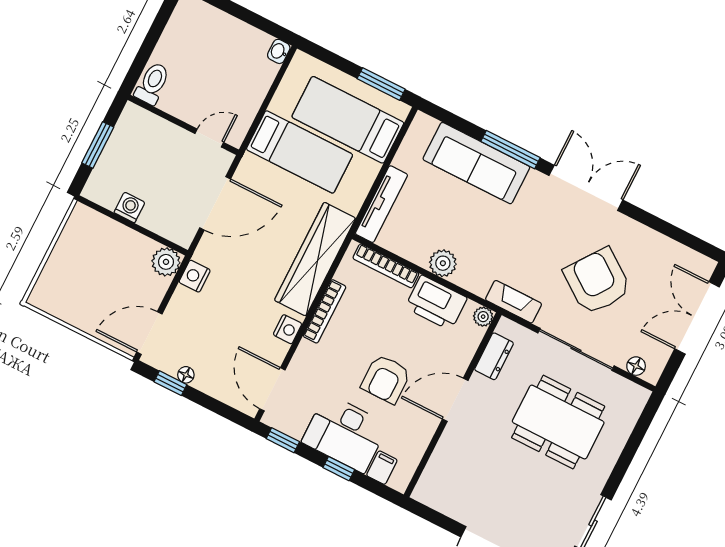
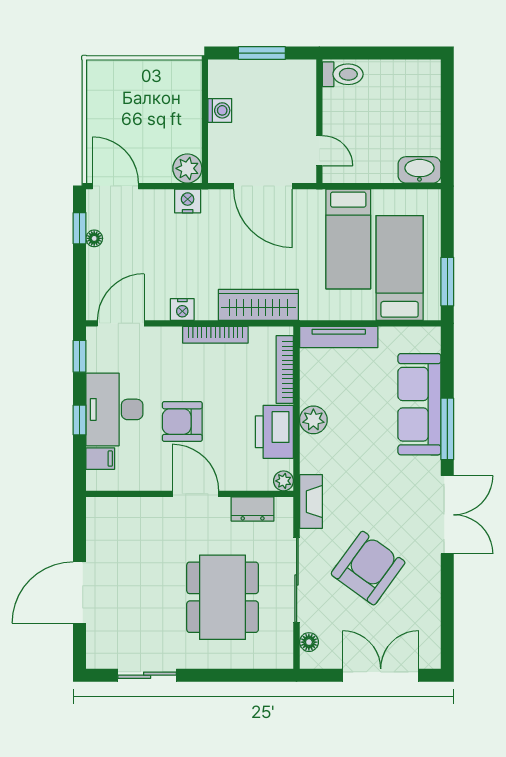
washbasin: (279, 51) -> (419, 170), width x1.91, depth x1.45
wardrobe: (315, 259) -> (258, 305), width x0.71, depth x0.85

